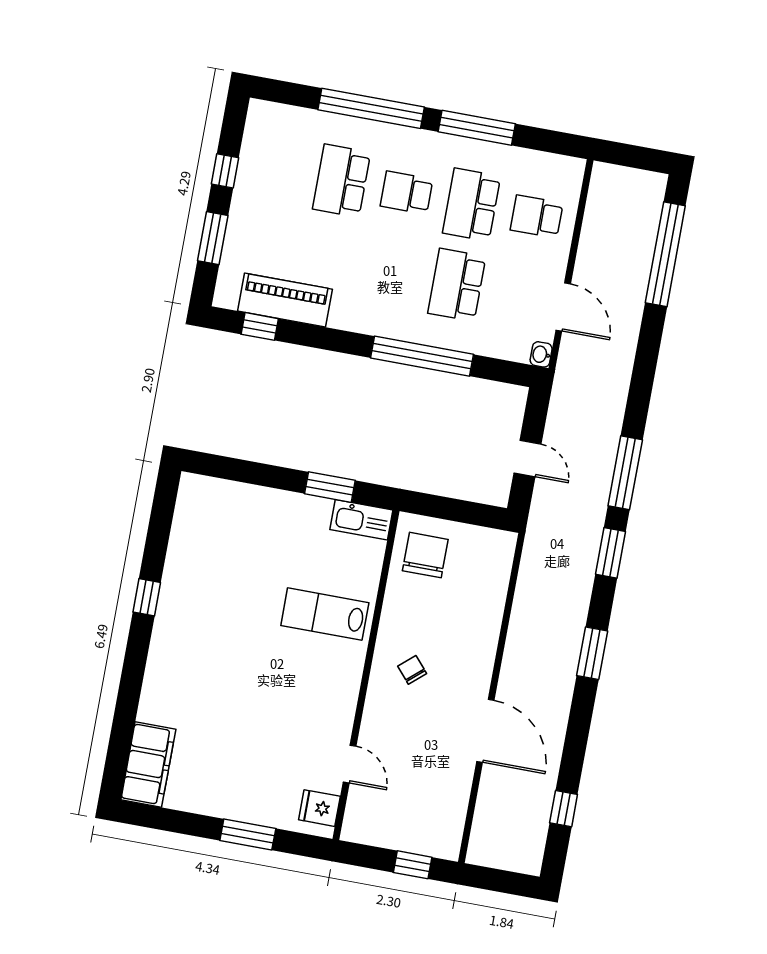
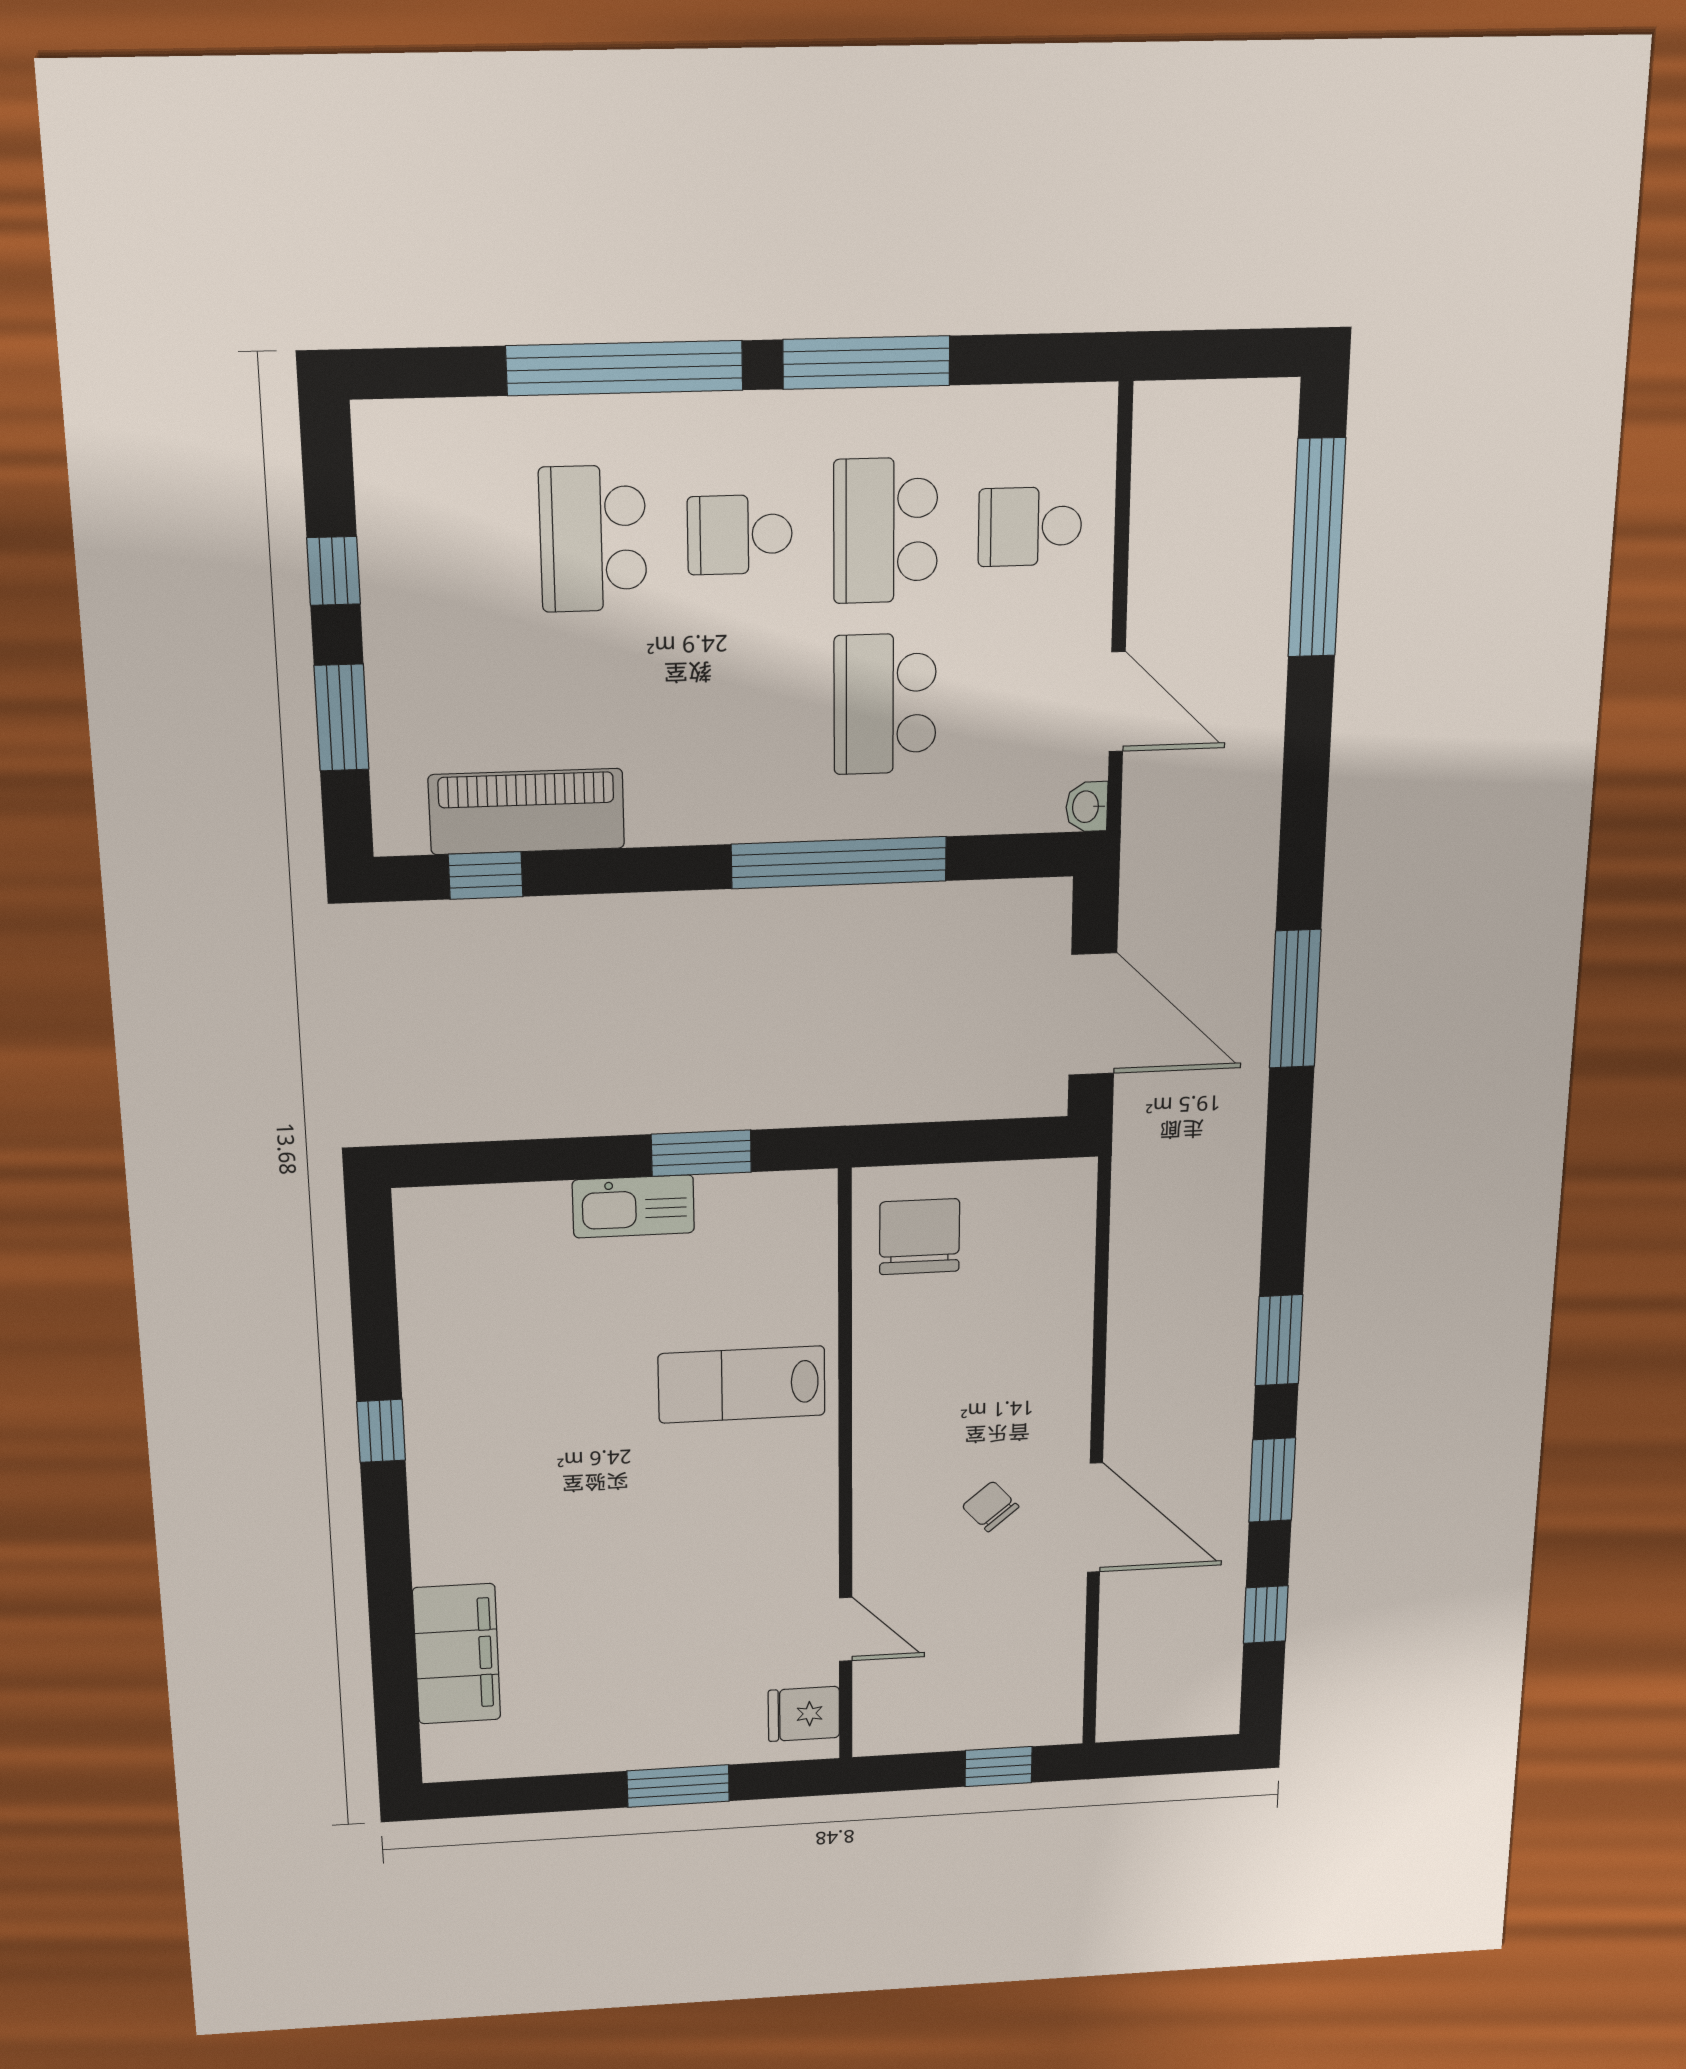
door: (527, 459) -> (1093, 1014), width x1.88
kitchen sink: (361, 520) -> (633, 1206), moved
window: (611, 553) -> (1272, 1480), moved
chair: (412, 670) -> (990, 1506), moved
filing cabinet: (148, 765) -> (457, 1654), moved

